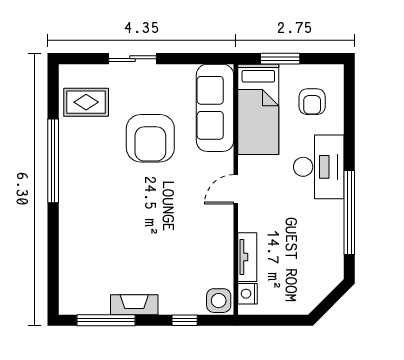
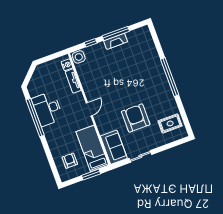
sliding door: (132, 59) -> (140, 156), moved
sofa: (215, 108) -> (114, 147), width x0.73
window: (53, 161) -> (170, 77), moved
desk: (319, 167) -> (47, 109), moved
window: (106, 320) -> (116, 33), moved

